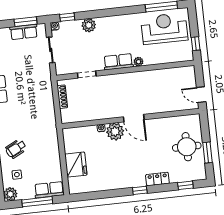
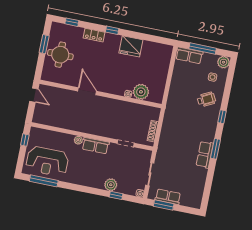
window: (67, 17) -> (116, 195), moved
door: (134, 118) -> (87, 91), moved
plant: (115, 132) -> (141, 92), moved
fridge: (76, 165) -> (131, 46), moved, turned -90

